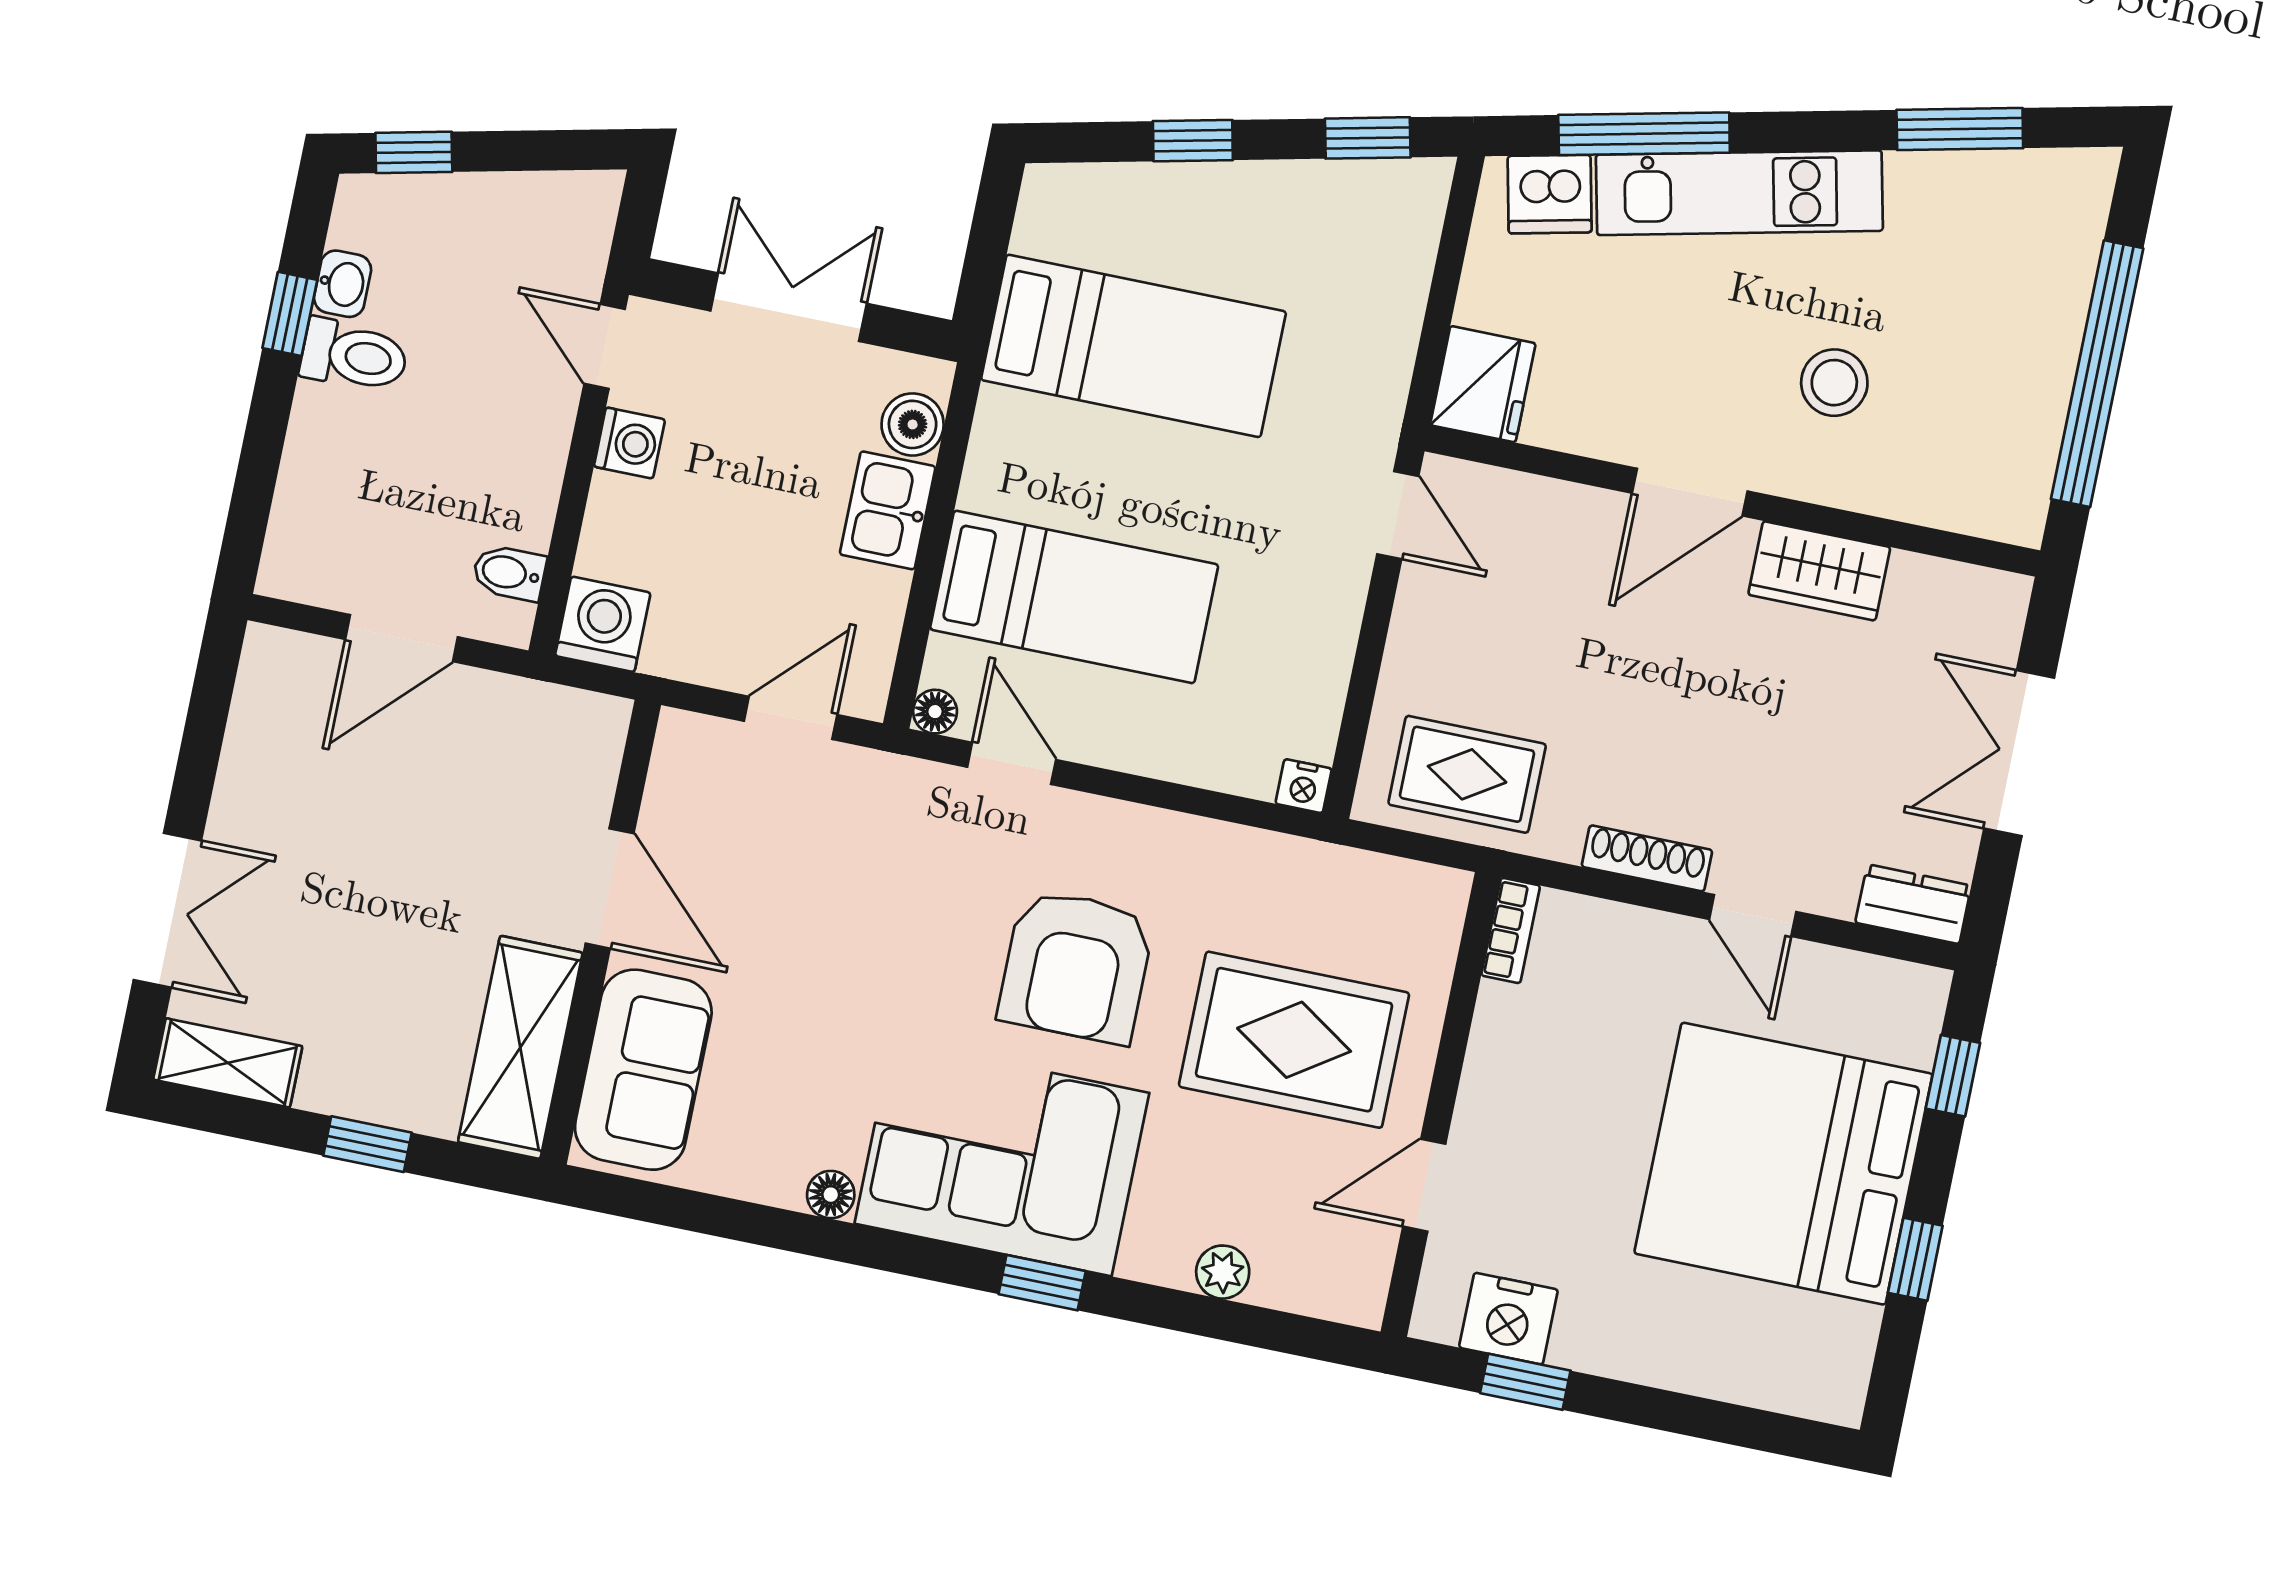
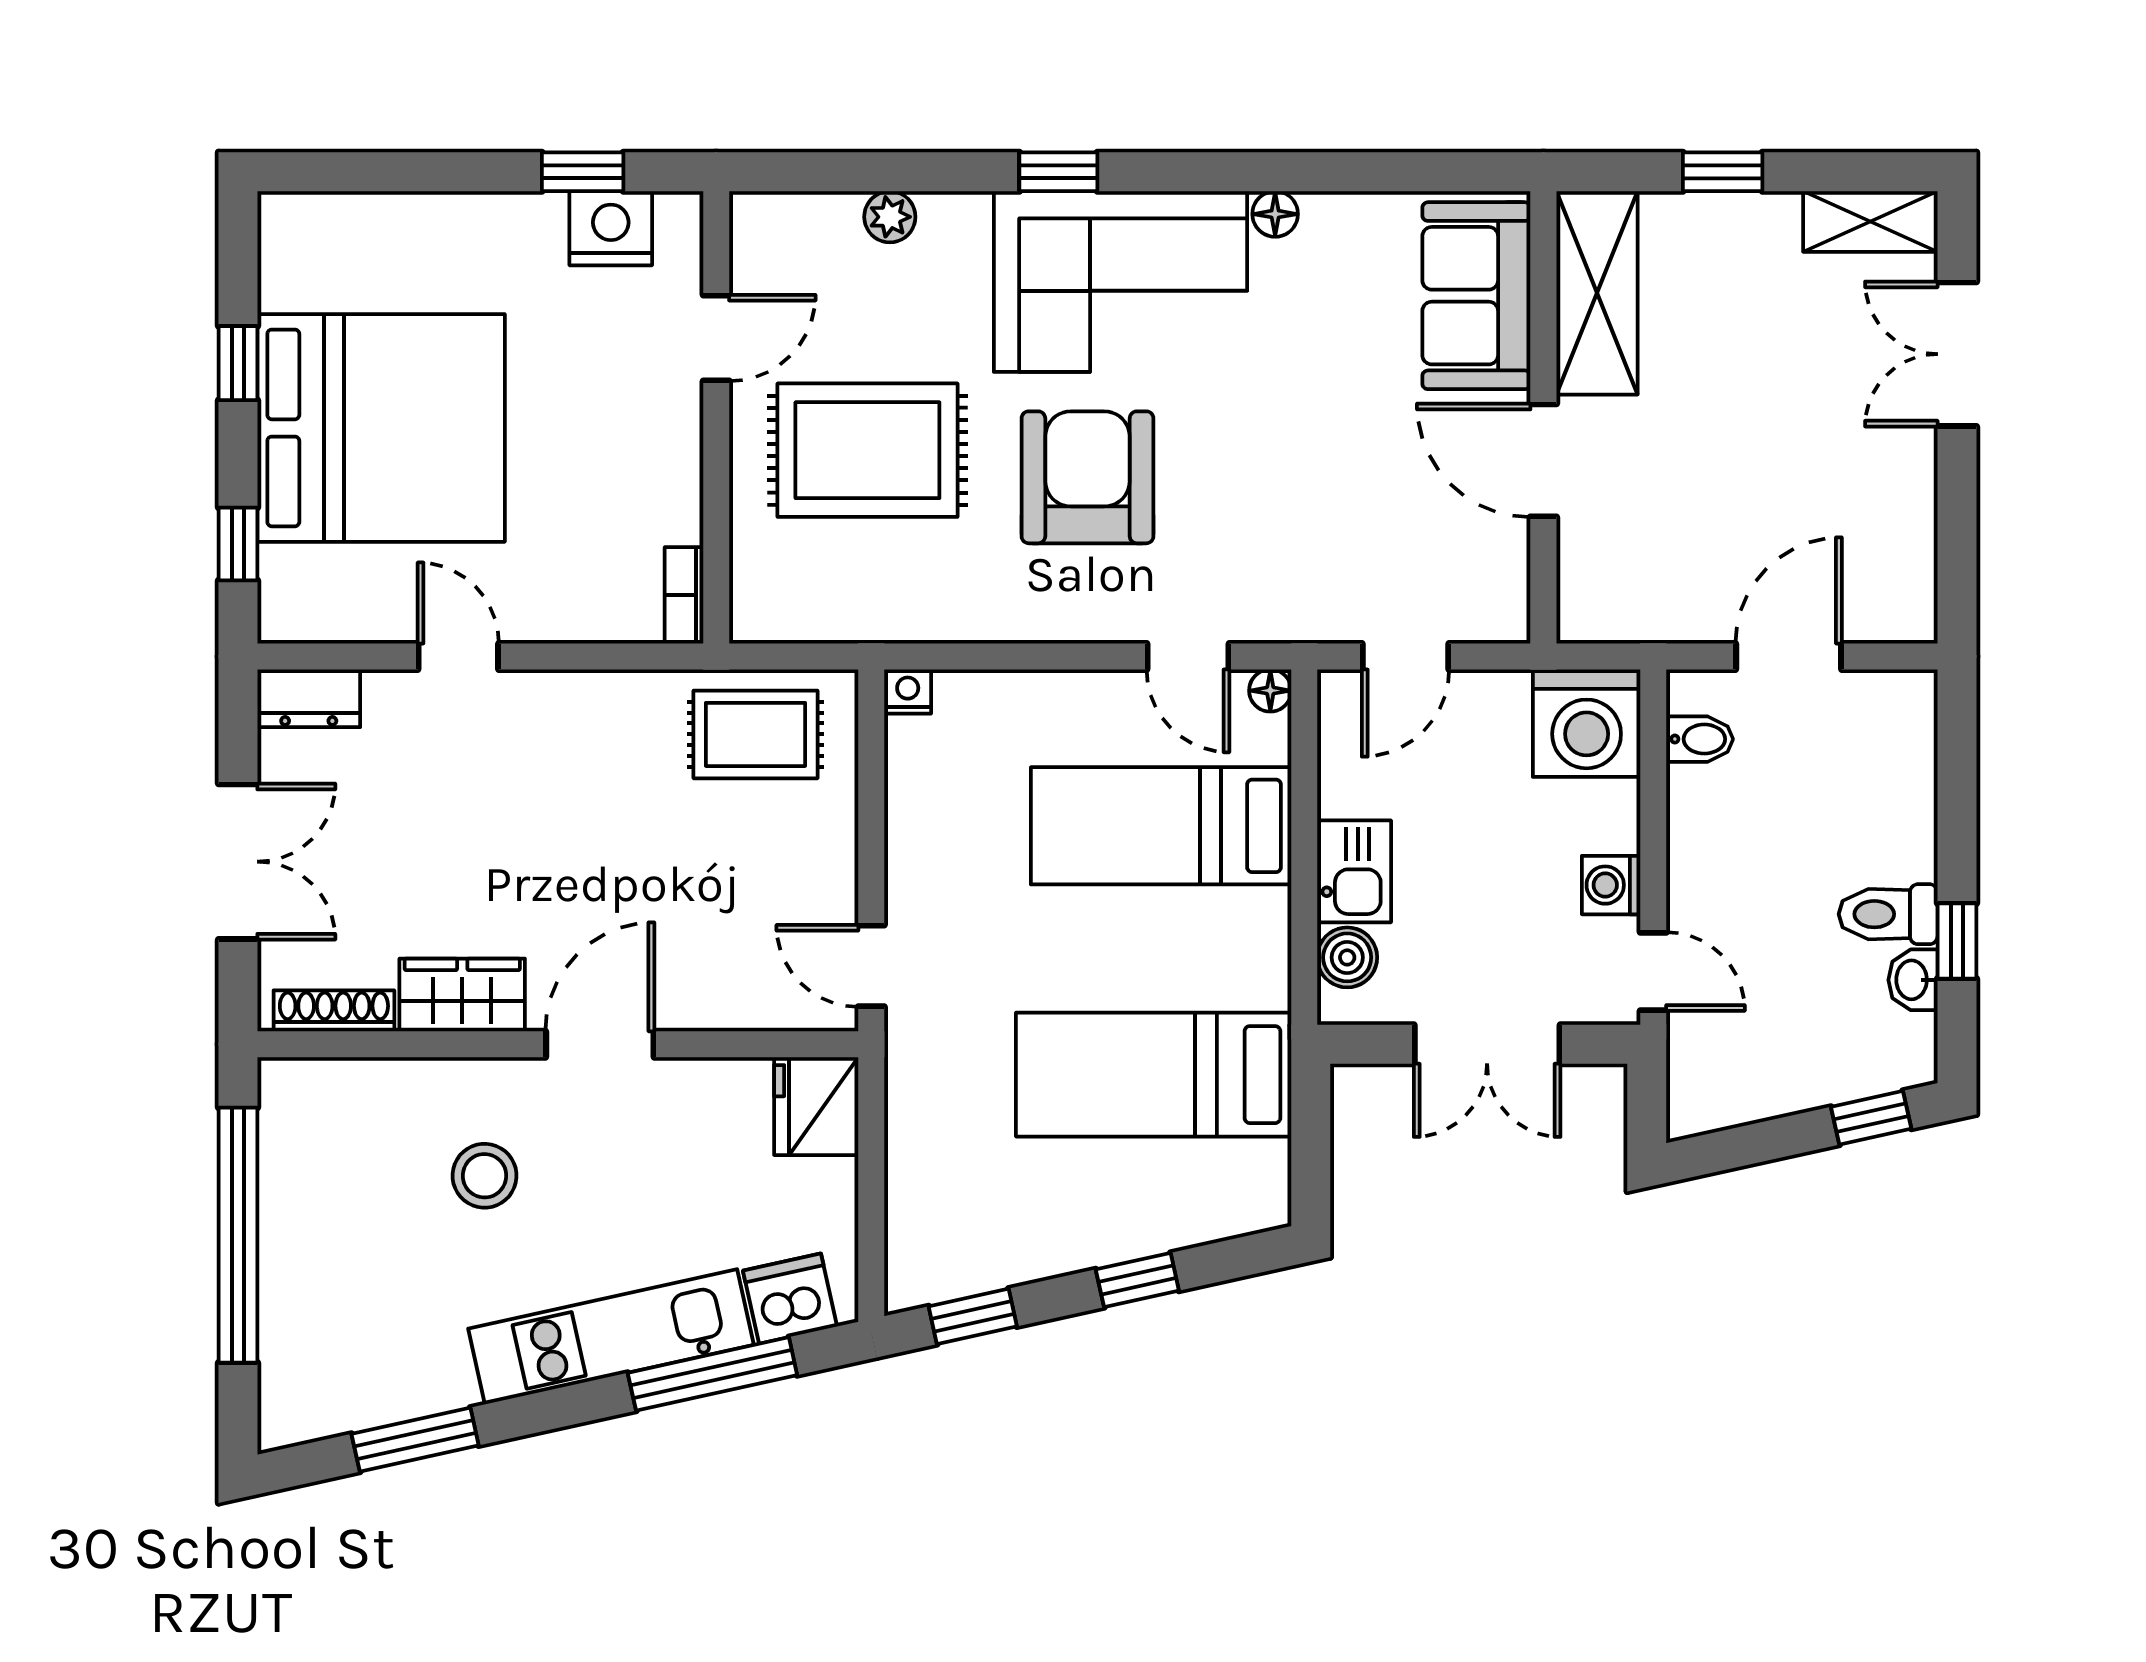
washing machine: (603, 624) -> (1587, 723), width x1.37, depth x1.37
shoe rack: (1647, 858) -> (334, 1011), moved, turned 180

